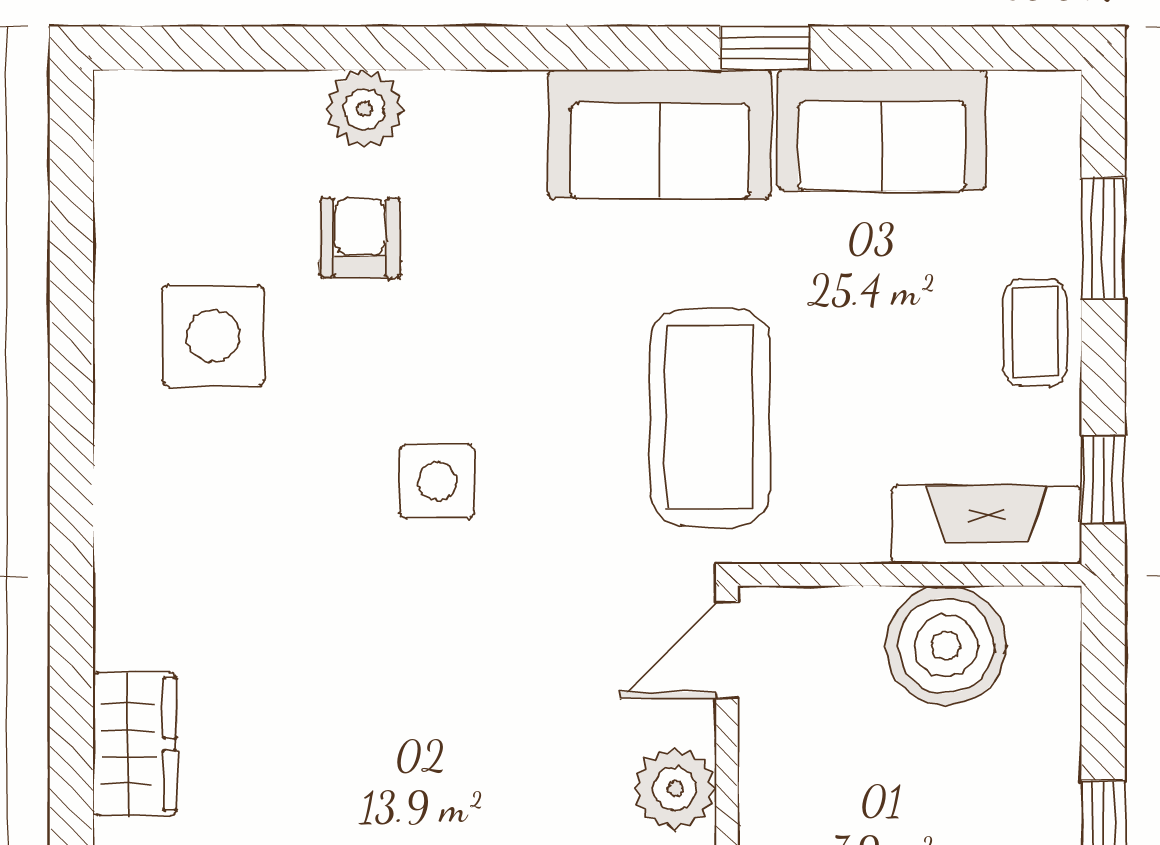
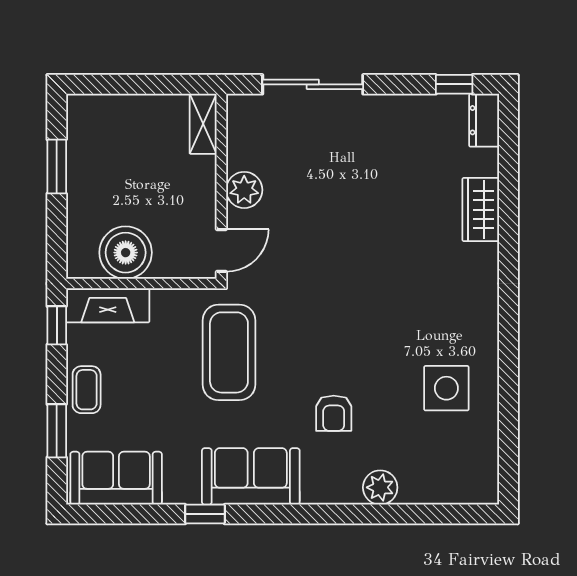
sofa: (882, 130) -> (116, 478), moved
armchair: (360, 238) -> (334, 413), moved
side table: (437, 481) -> (348, 324), removed

